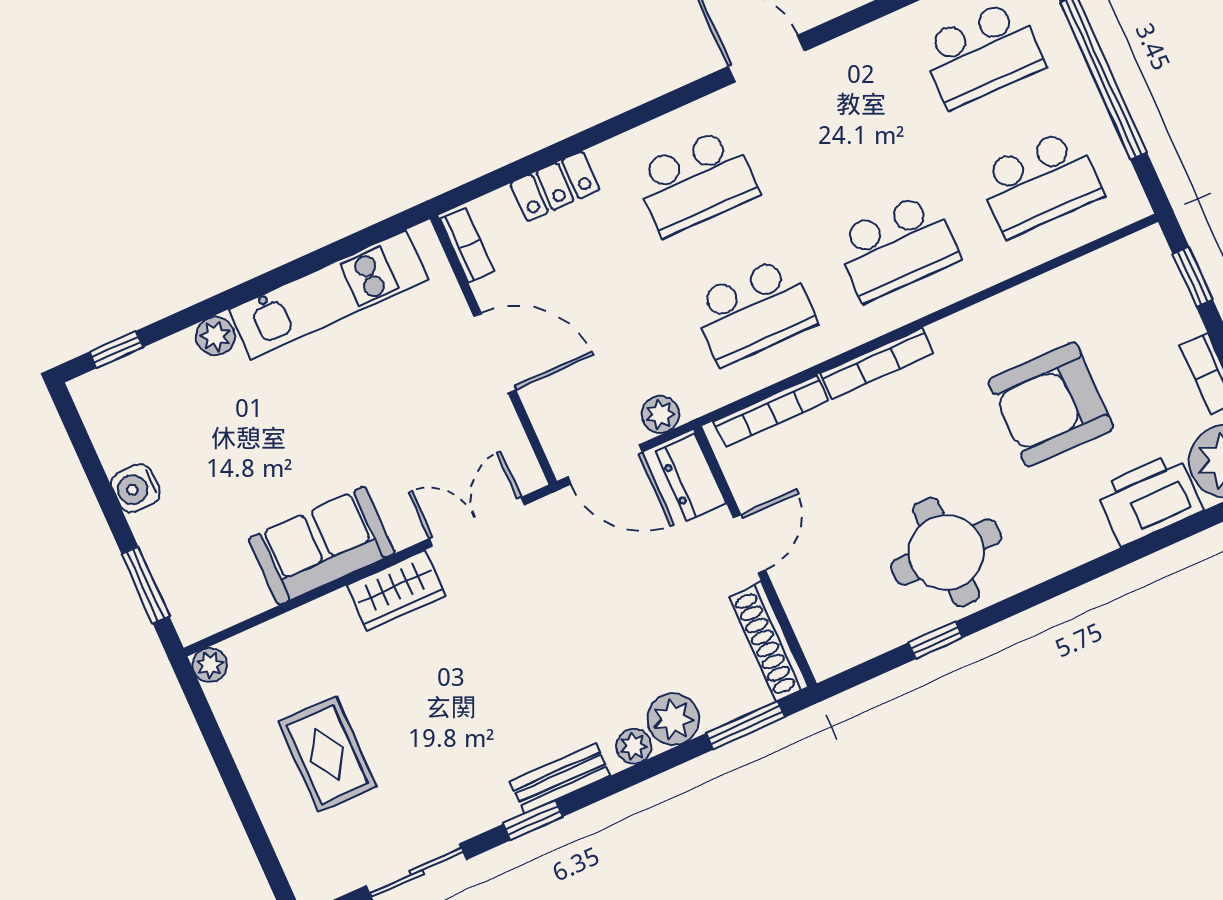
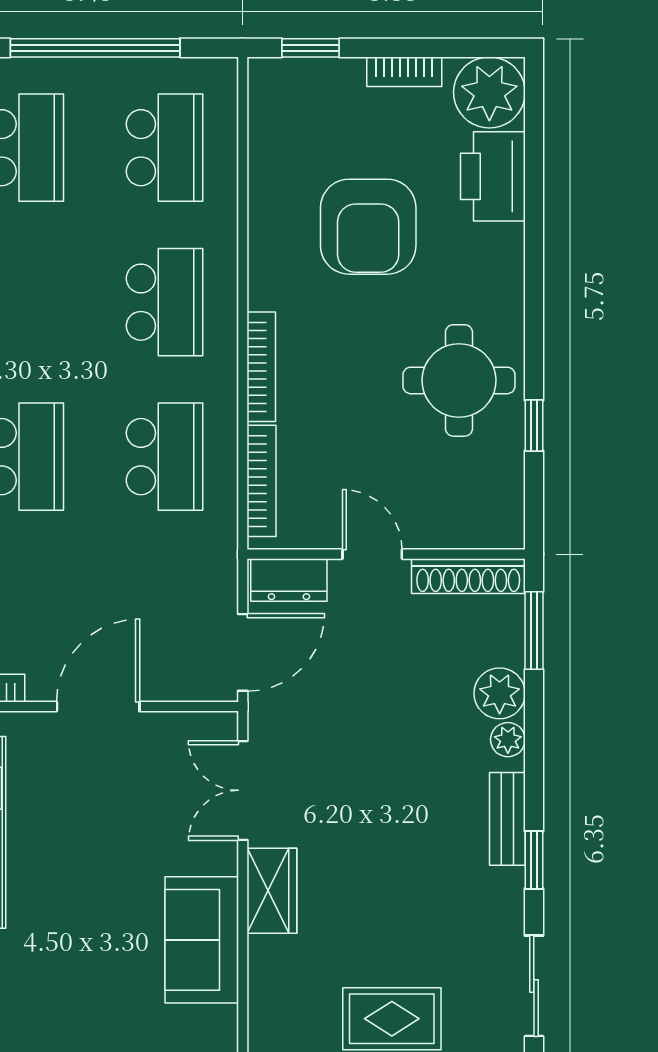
plant: (660, 414) -> (220, 582), removed

